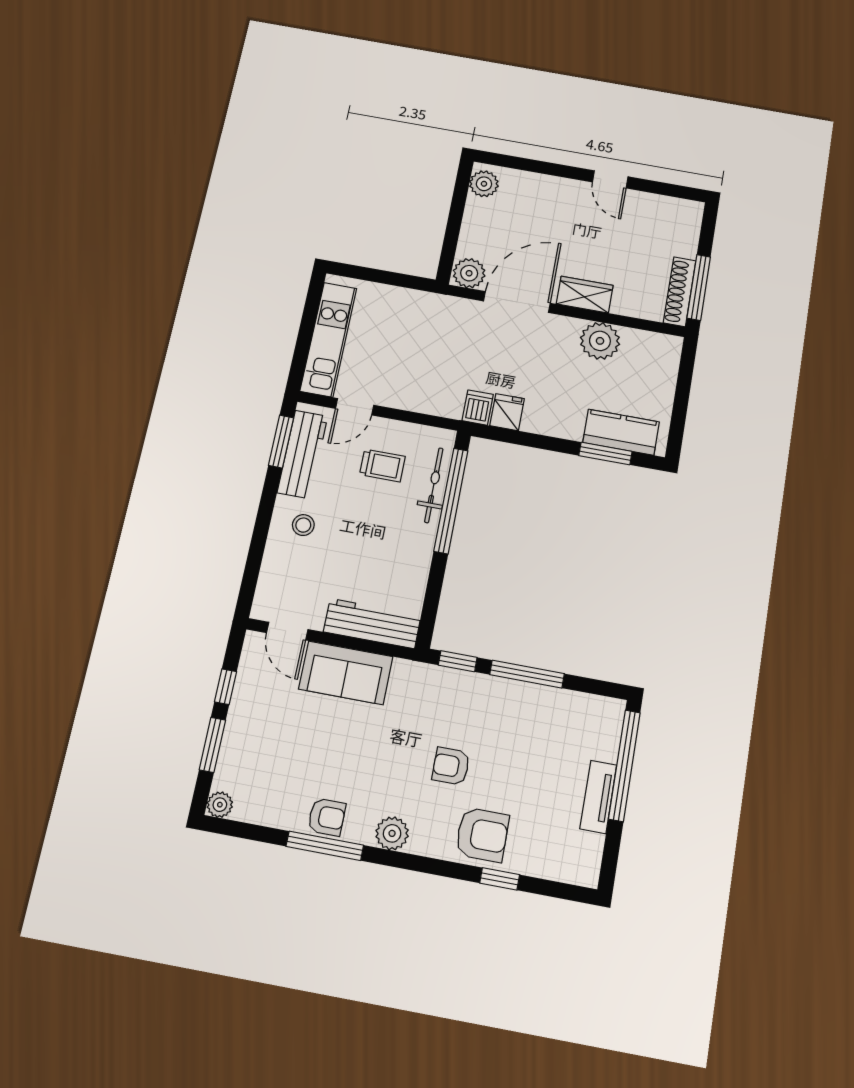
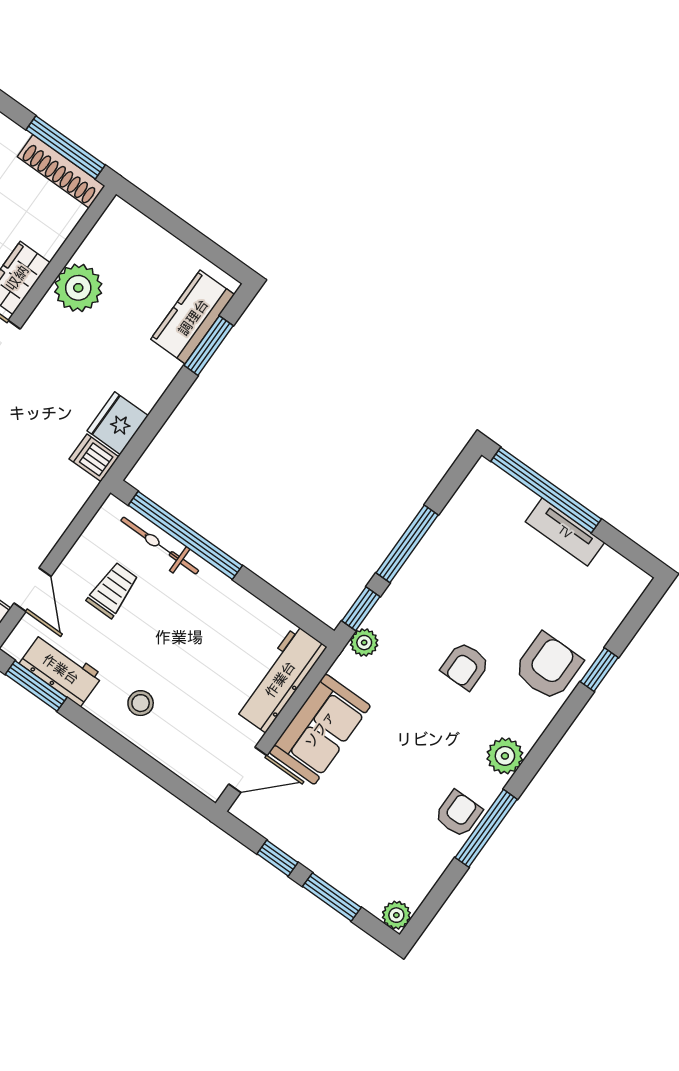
fridge: (507, 412) -> (118, 423), width x1.38
workbench: (302, 454) -> (61, 669), width x0.73
plant: (432, 676) -> (364, 643), added

